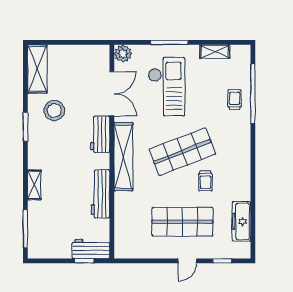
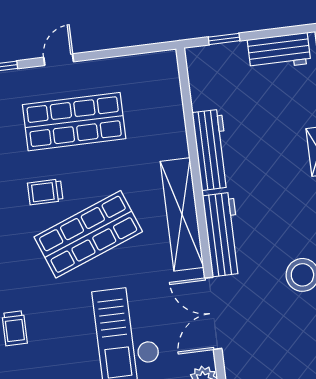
workbench: (100, 134) -> (223, 234), width x1.38
trolley: (205, 181) -> (45, 192), turned -90
workbench: (91, 249) -> (279, 52), moved

